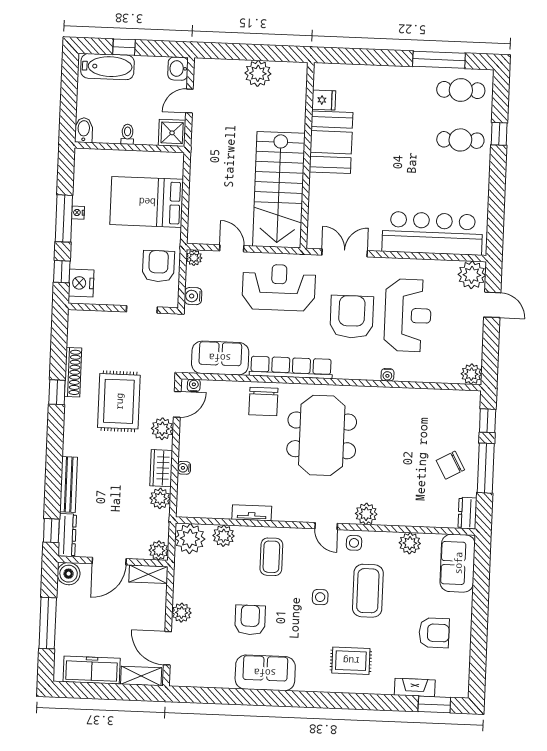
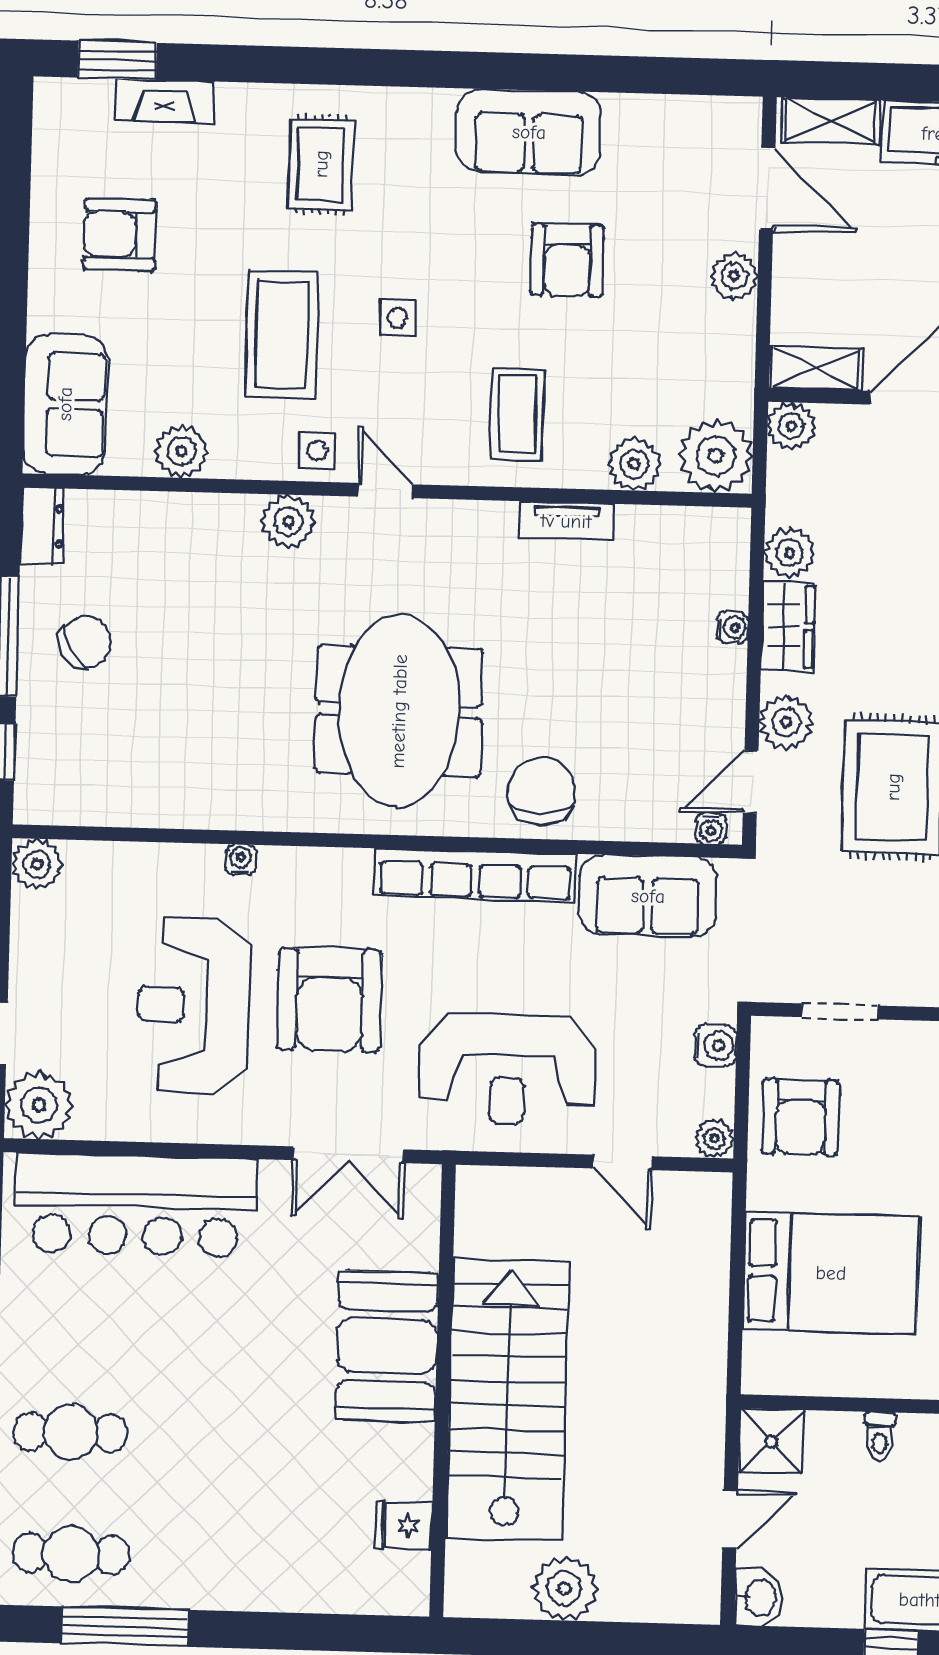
booth: (331, 142) -> (387, 1346), moved
stairs: (279, 190) -> (508, 1399), moved
rug: (351, 661) -> (321, 164), turned 90

